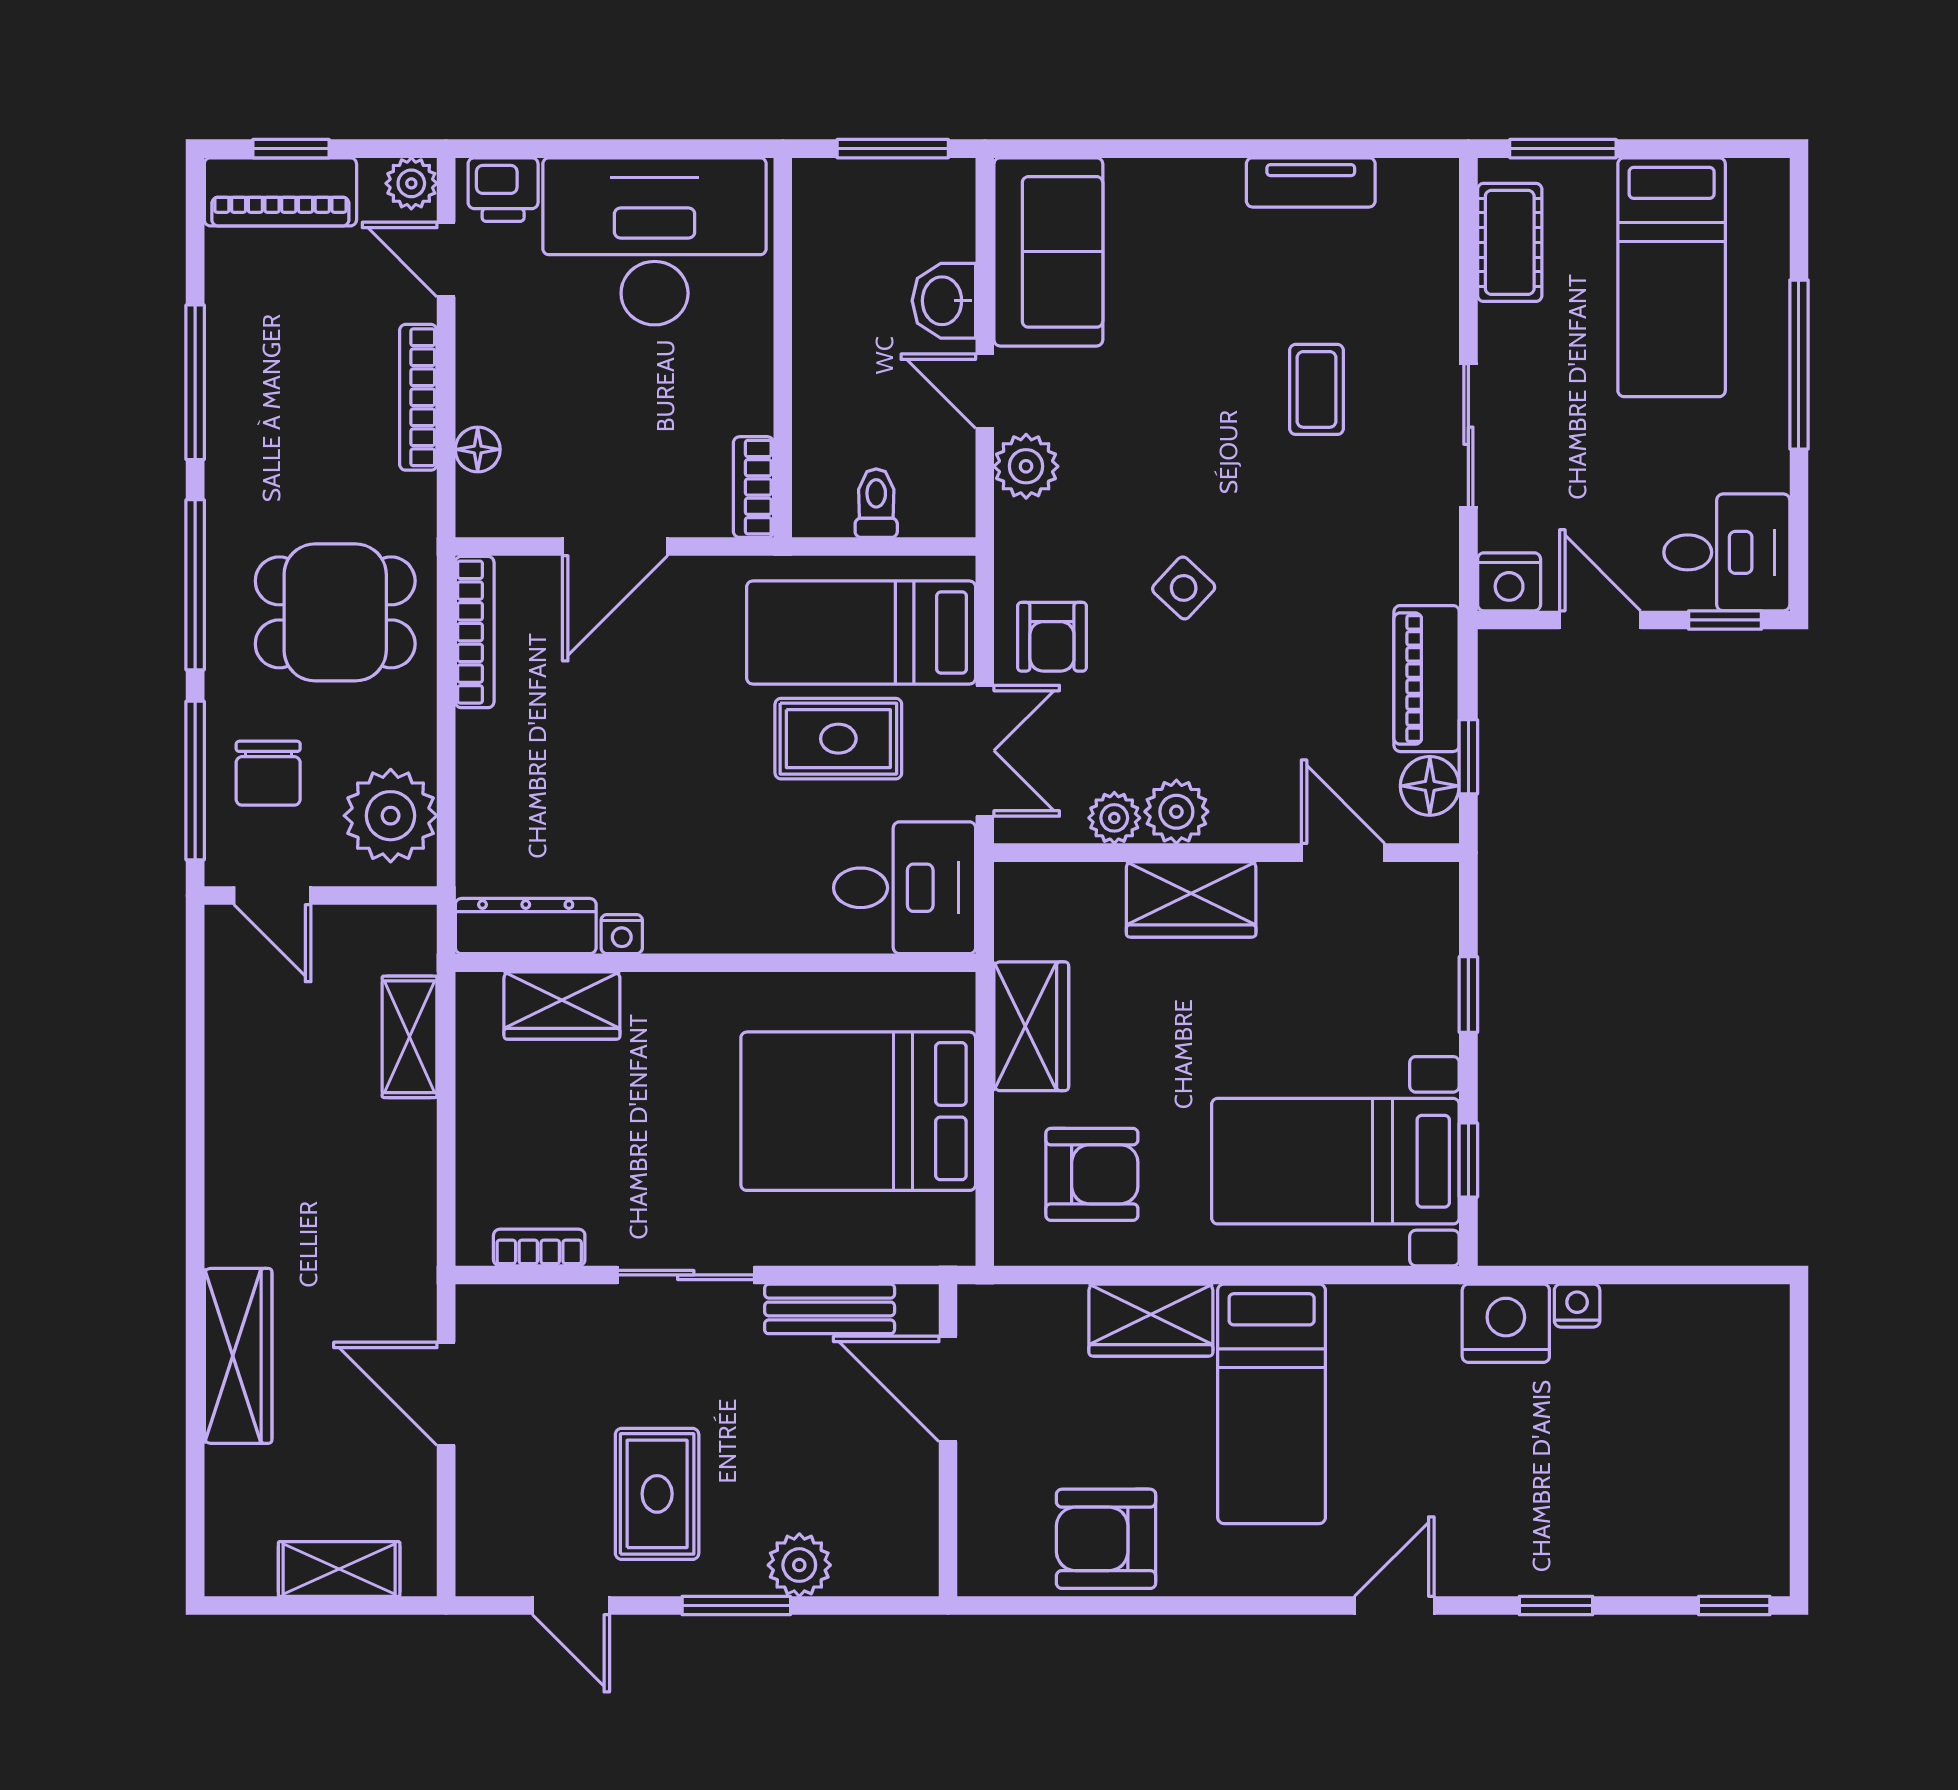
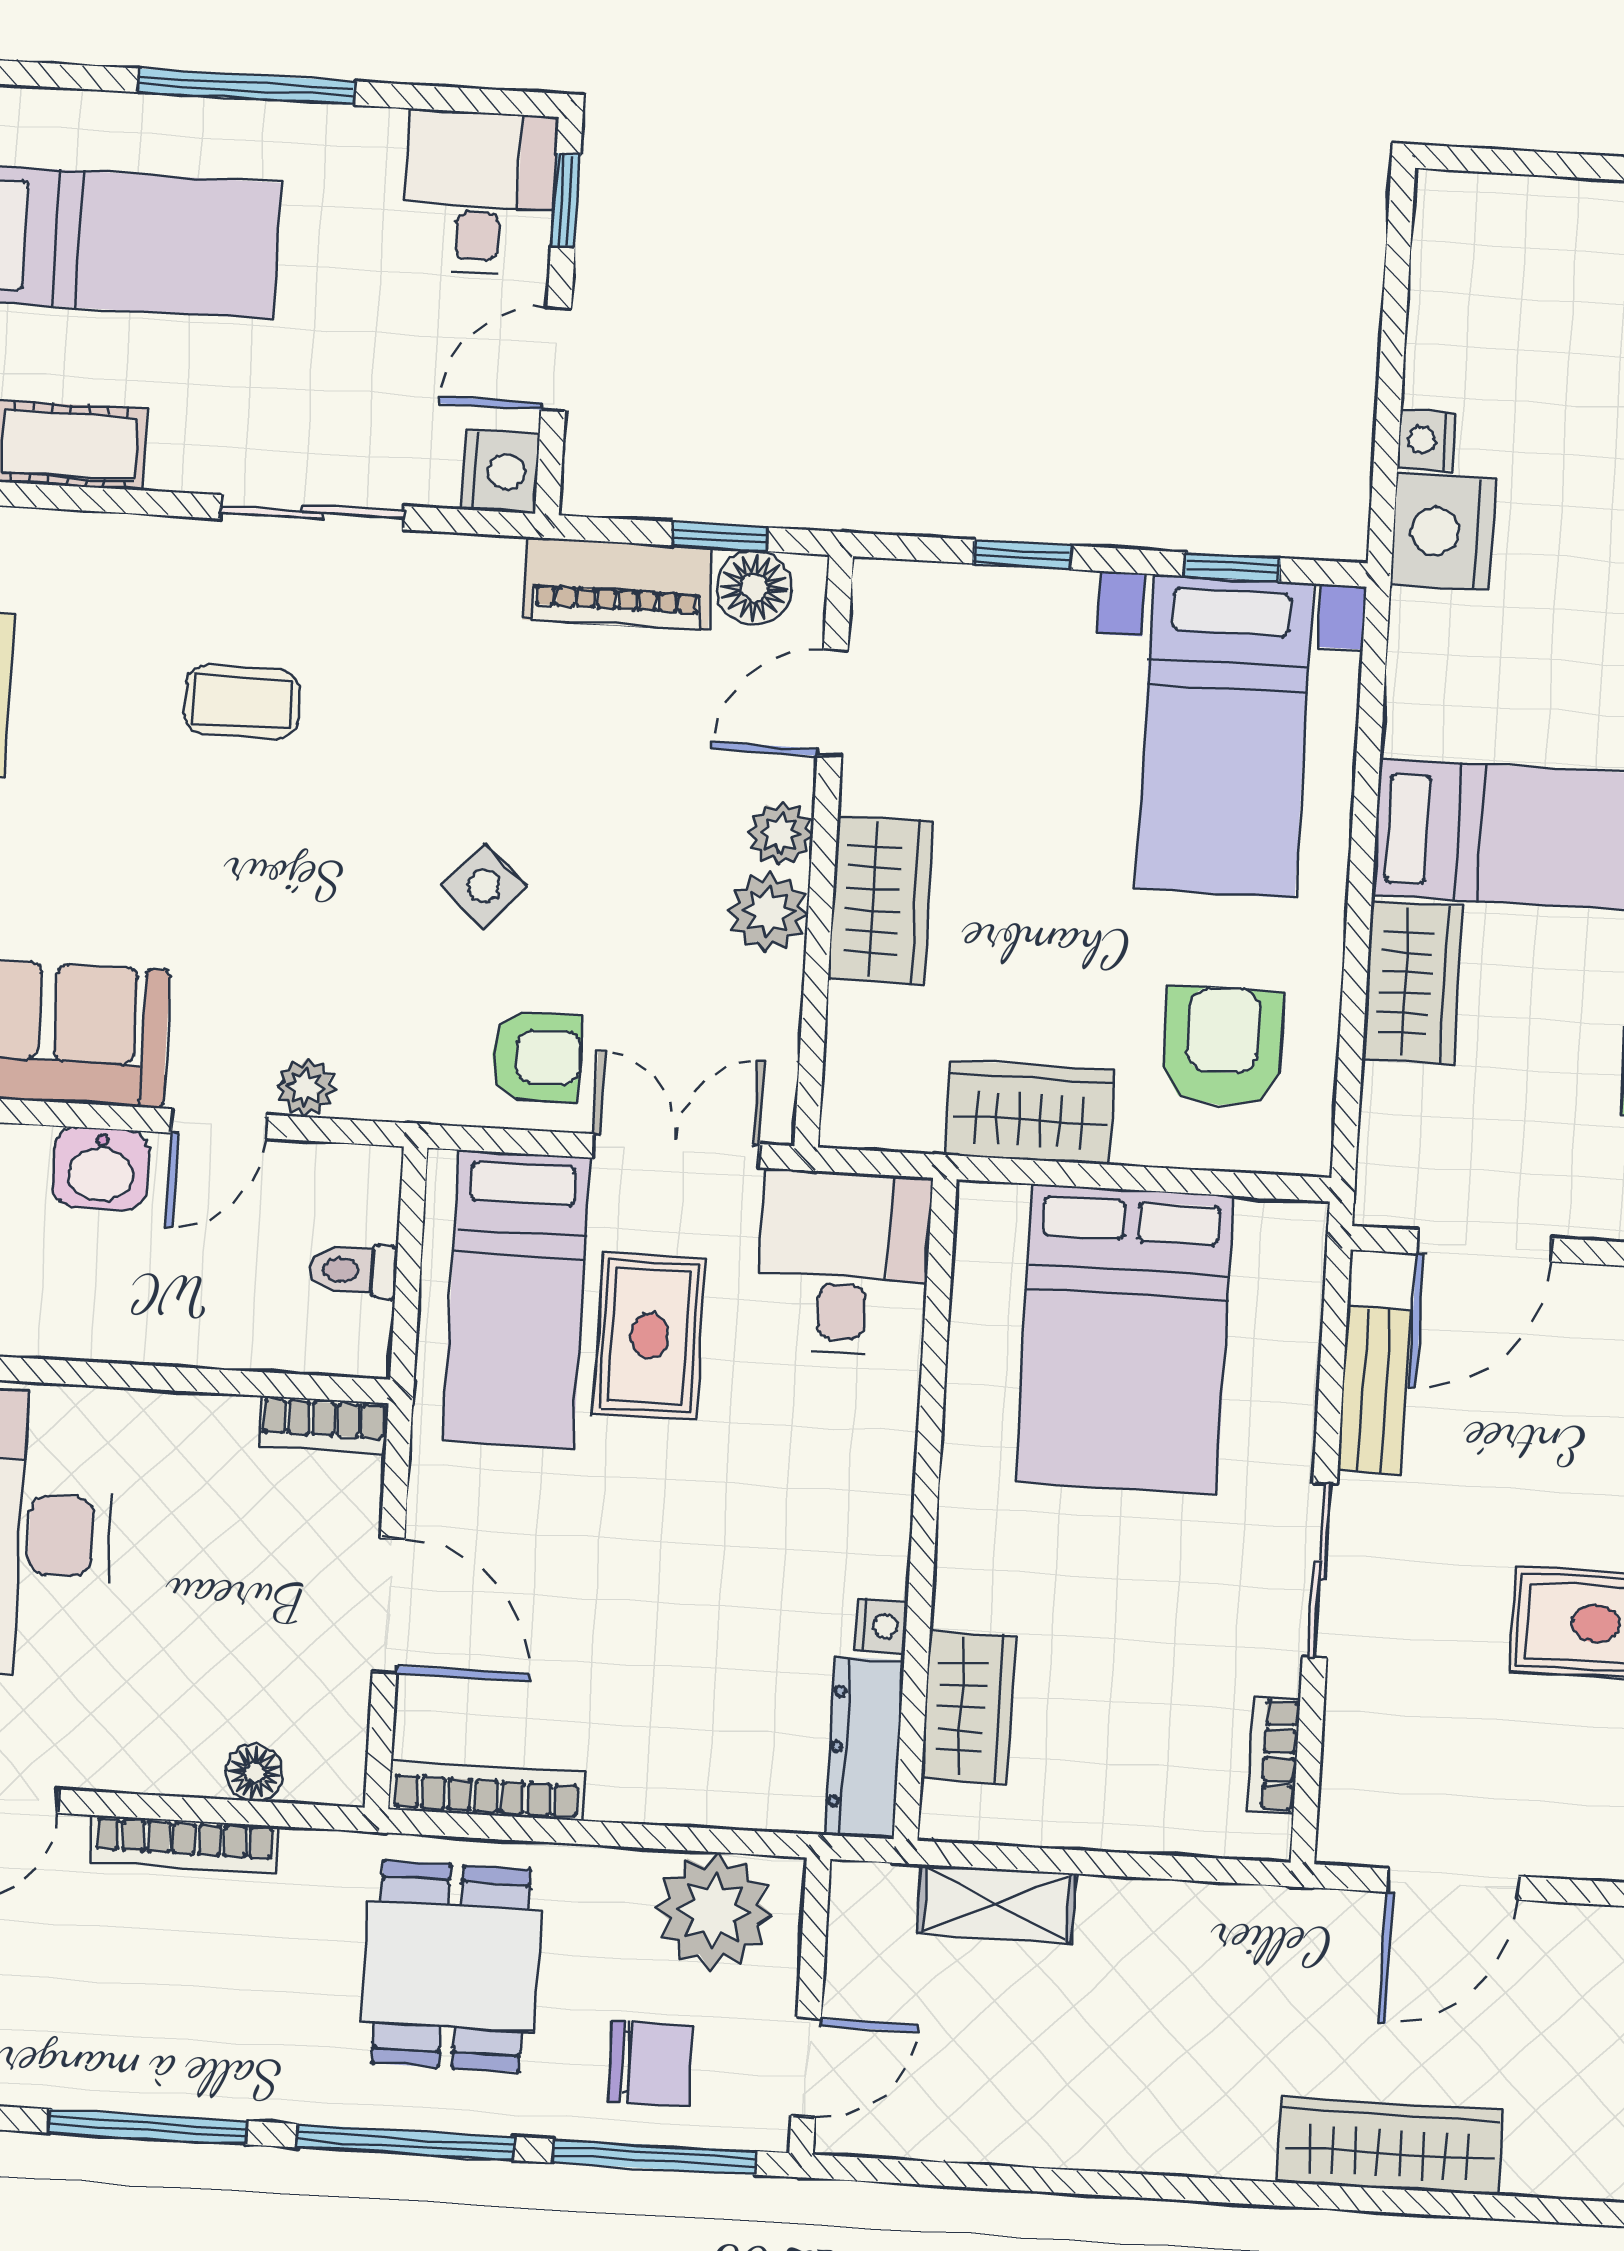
plant: (1026, 466) -> (306, 1087), width x0.73, depth x0.73
plant: (1114, 818) -> (780, 833), moved

